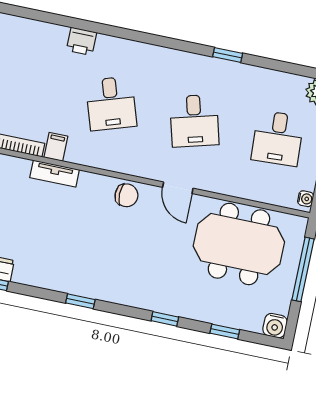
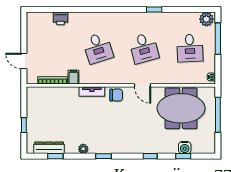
printer: (81, 41) -> (60, 18), moved
tv unit: (55, 174) -> (92, 91), moved
plant: (46, 280) -> (83, 149), added
water cooler: (275, 326) -> (185, 148), moved

